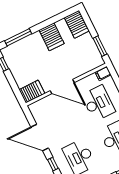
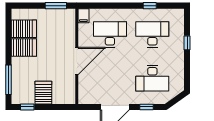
server rack: (77, 24) -> (24, 29), moved
server rack: (32, 92) -> (43, 93), moved

